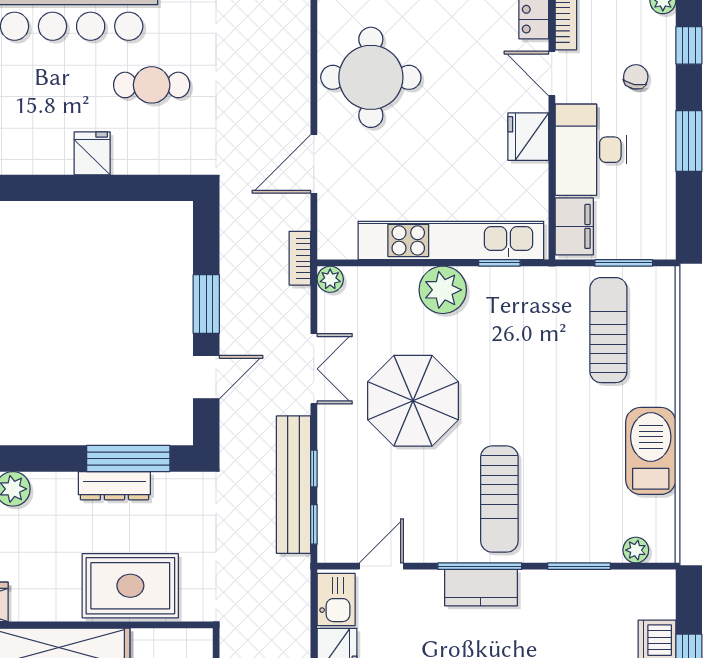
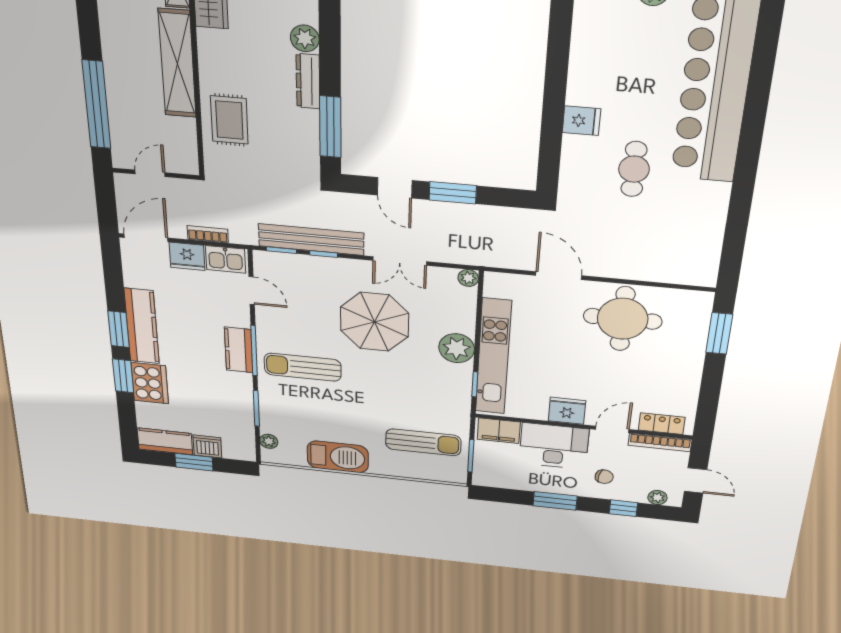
bookcase: (300, 258) -> (208, 234), moved
dresser: (114, 486) -> (308, 81), moved
rug: (130, 586) -> (229, 120), width x0.73, depth x0.70

